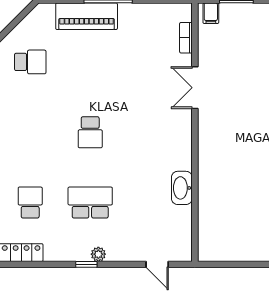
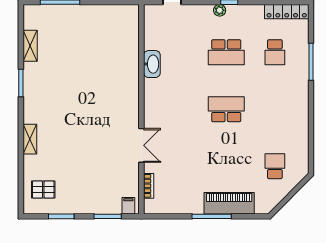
school desk: (30, 62) -> (275, 166), turned 90
school desk: (90, 132) -> (226, 109), width x1.85

